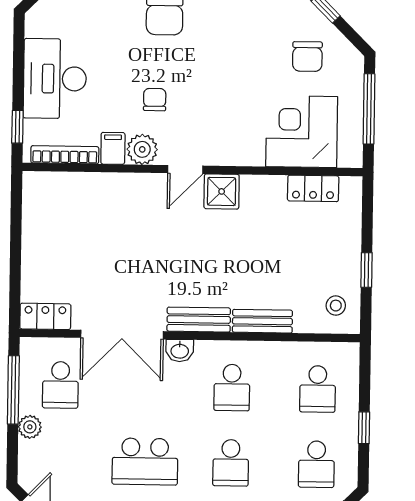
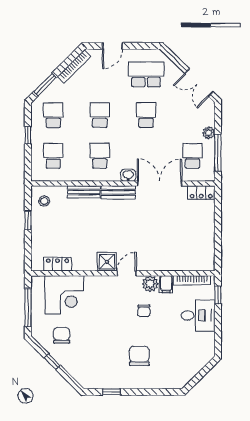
desk: (55, 79) -> (198, 315), width x0.73
school desk: (145, 462) -> (146, 115), width x0.54

